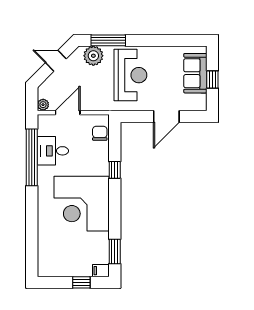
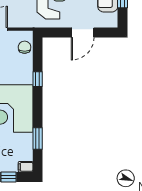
window: (115, 251) -> (38, 138), moved

